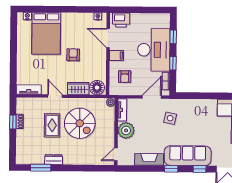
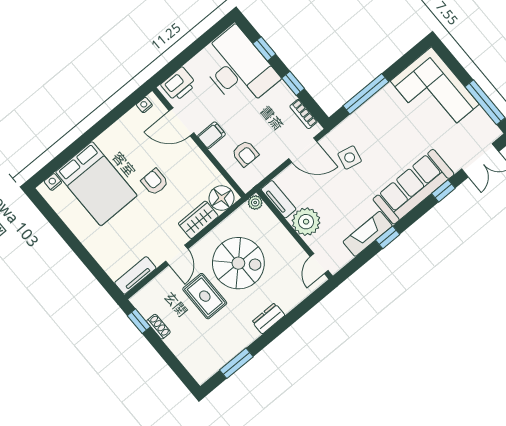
desk: (154, 50) -> (238, 68), moved
door: (55, 96) -> (177, 255), swing flipped
window: (202, 96) -> (366, 94), added
door: (152, 97) -> (303, 150), swing flipped
window: (13, 122) -> (139, 321), moved
dresser: (54, 159) -> (268, 318), moved
window: (171, 169) -> (388, 237), moved

